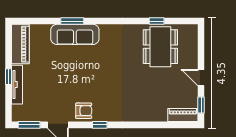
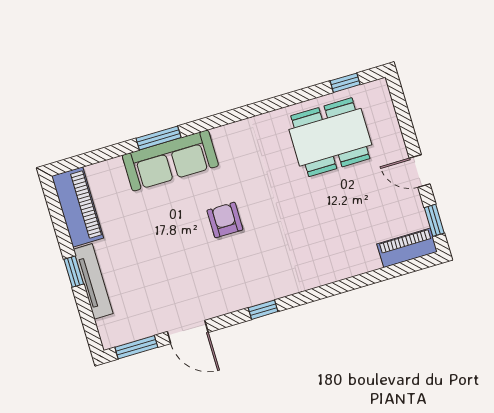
window: (157, 21) -> (345, 83), moved
dining table: (160, 47) -> (330, 137), turned 90
armchair: (84, 111) -> (225, 220), moved, turned -90

